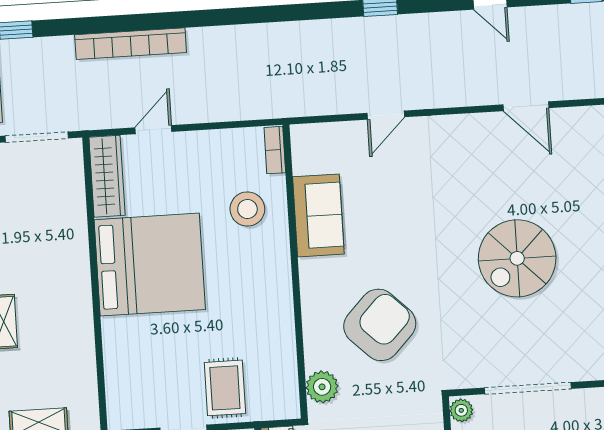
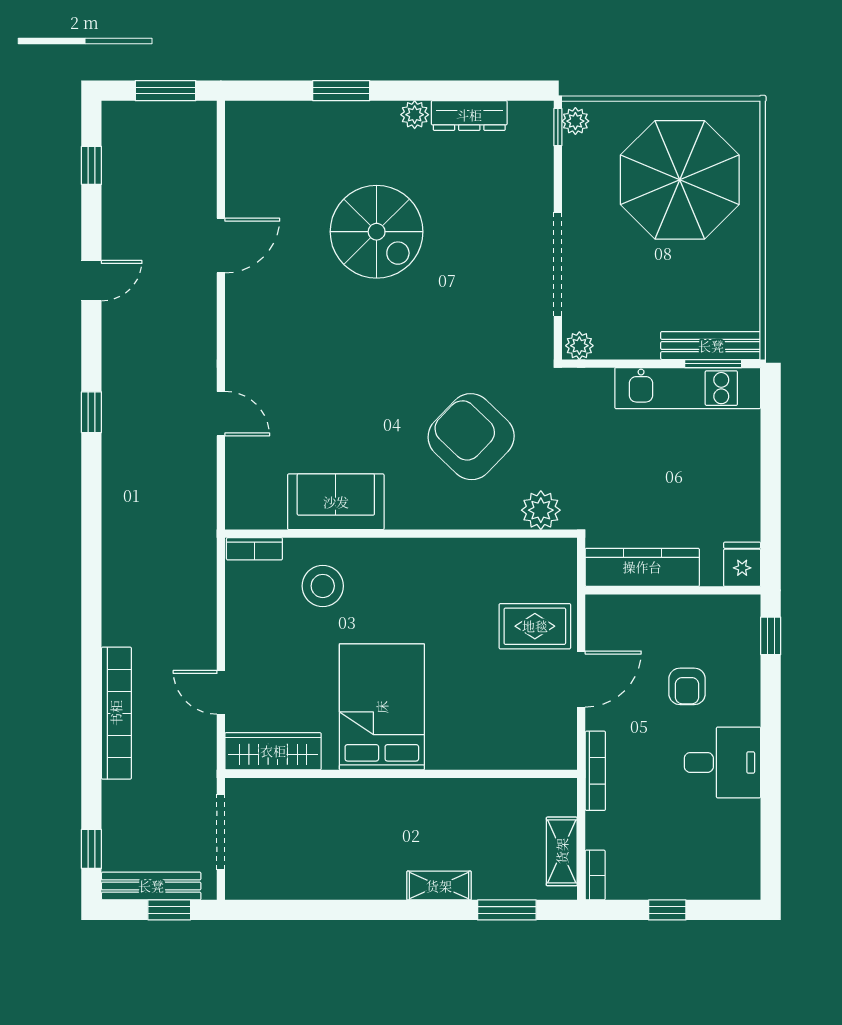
spiral stairs: (517, 258) -> (377, 232), moved
bed: (150, 265) -> (382, 707), width x0.73

